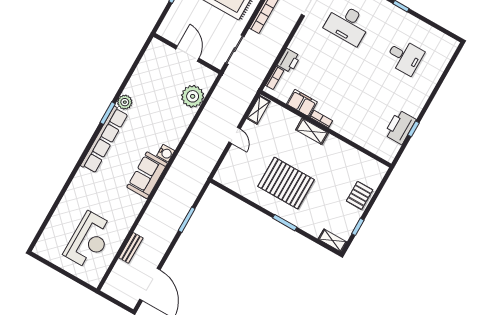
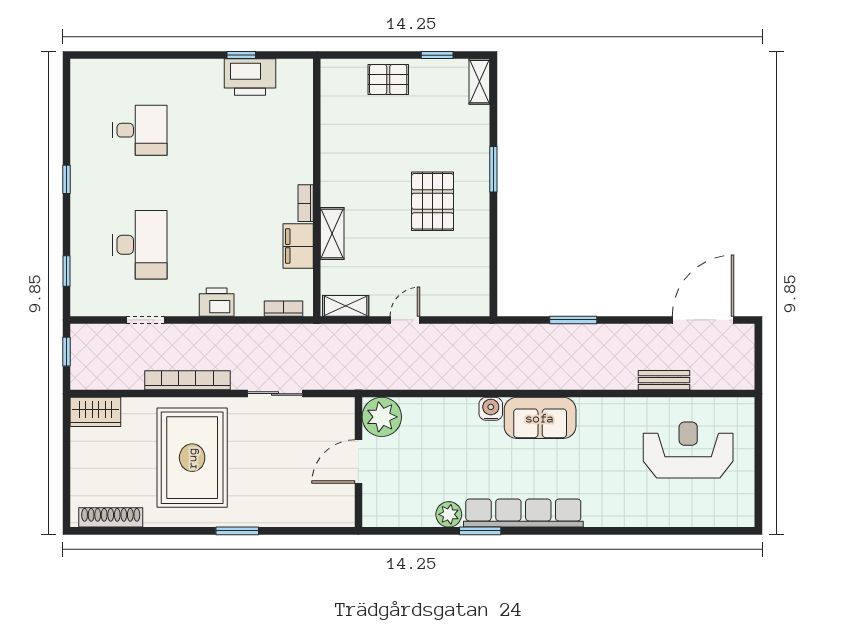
wall: (187, 53) -> (358, 462), moved
door: (187, 54) -> (358, 461), moved
desk: (405, 57) -> (140, 130), turned 90
printer: (289, 61) -> (217, 302), moved
shelving: (312, 131) -> (332, 233), moved
pallet: (286, 183) -> (433, 201), width x0.73, depth x0.71

